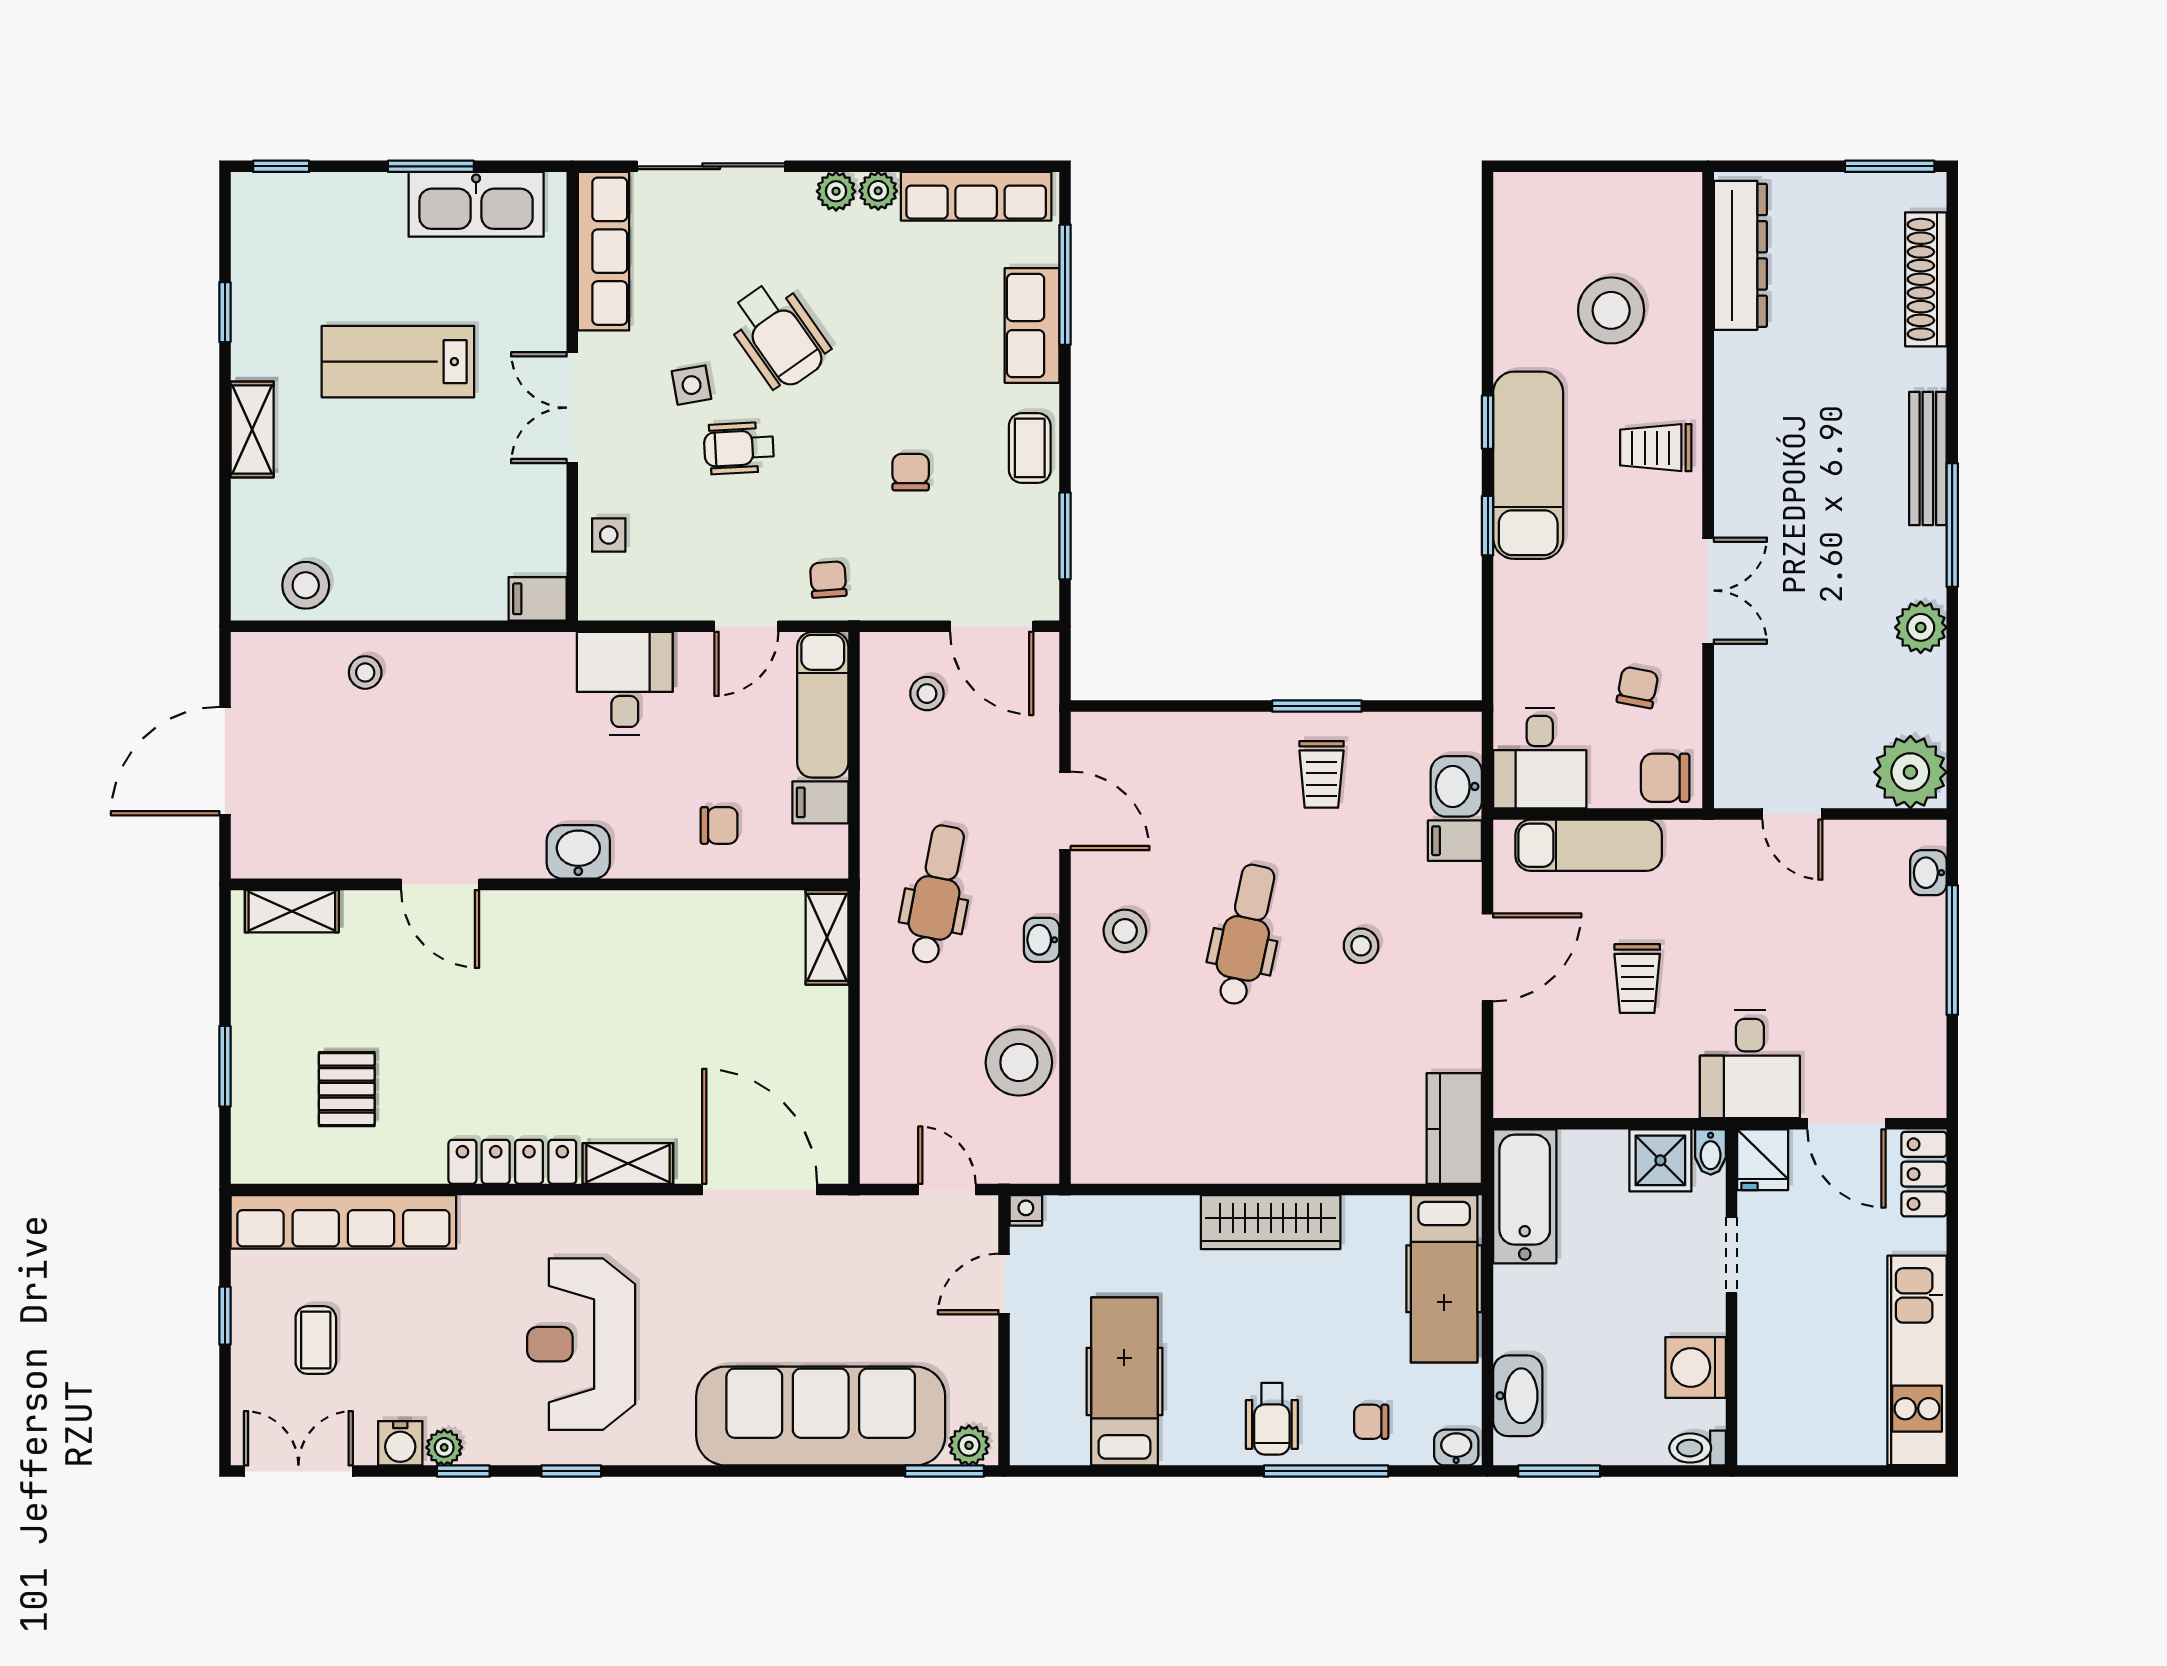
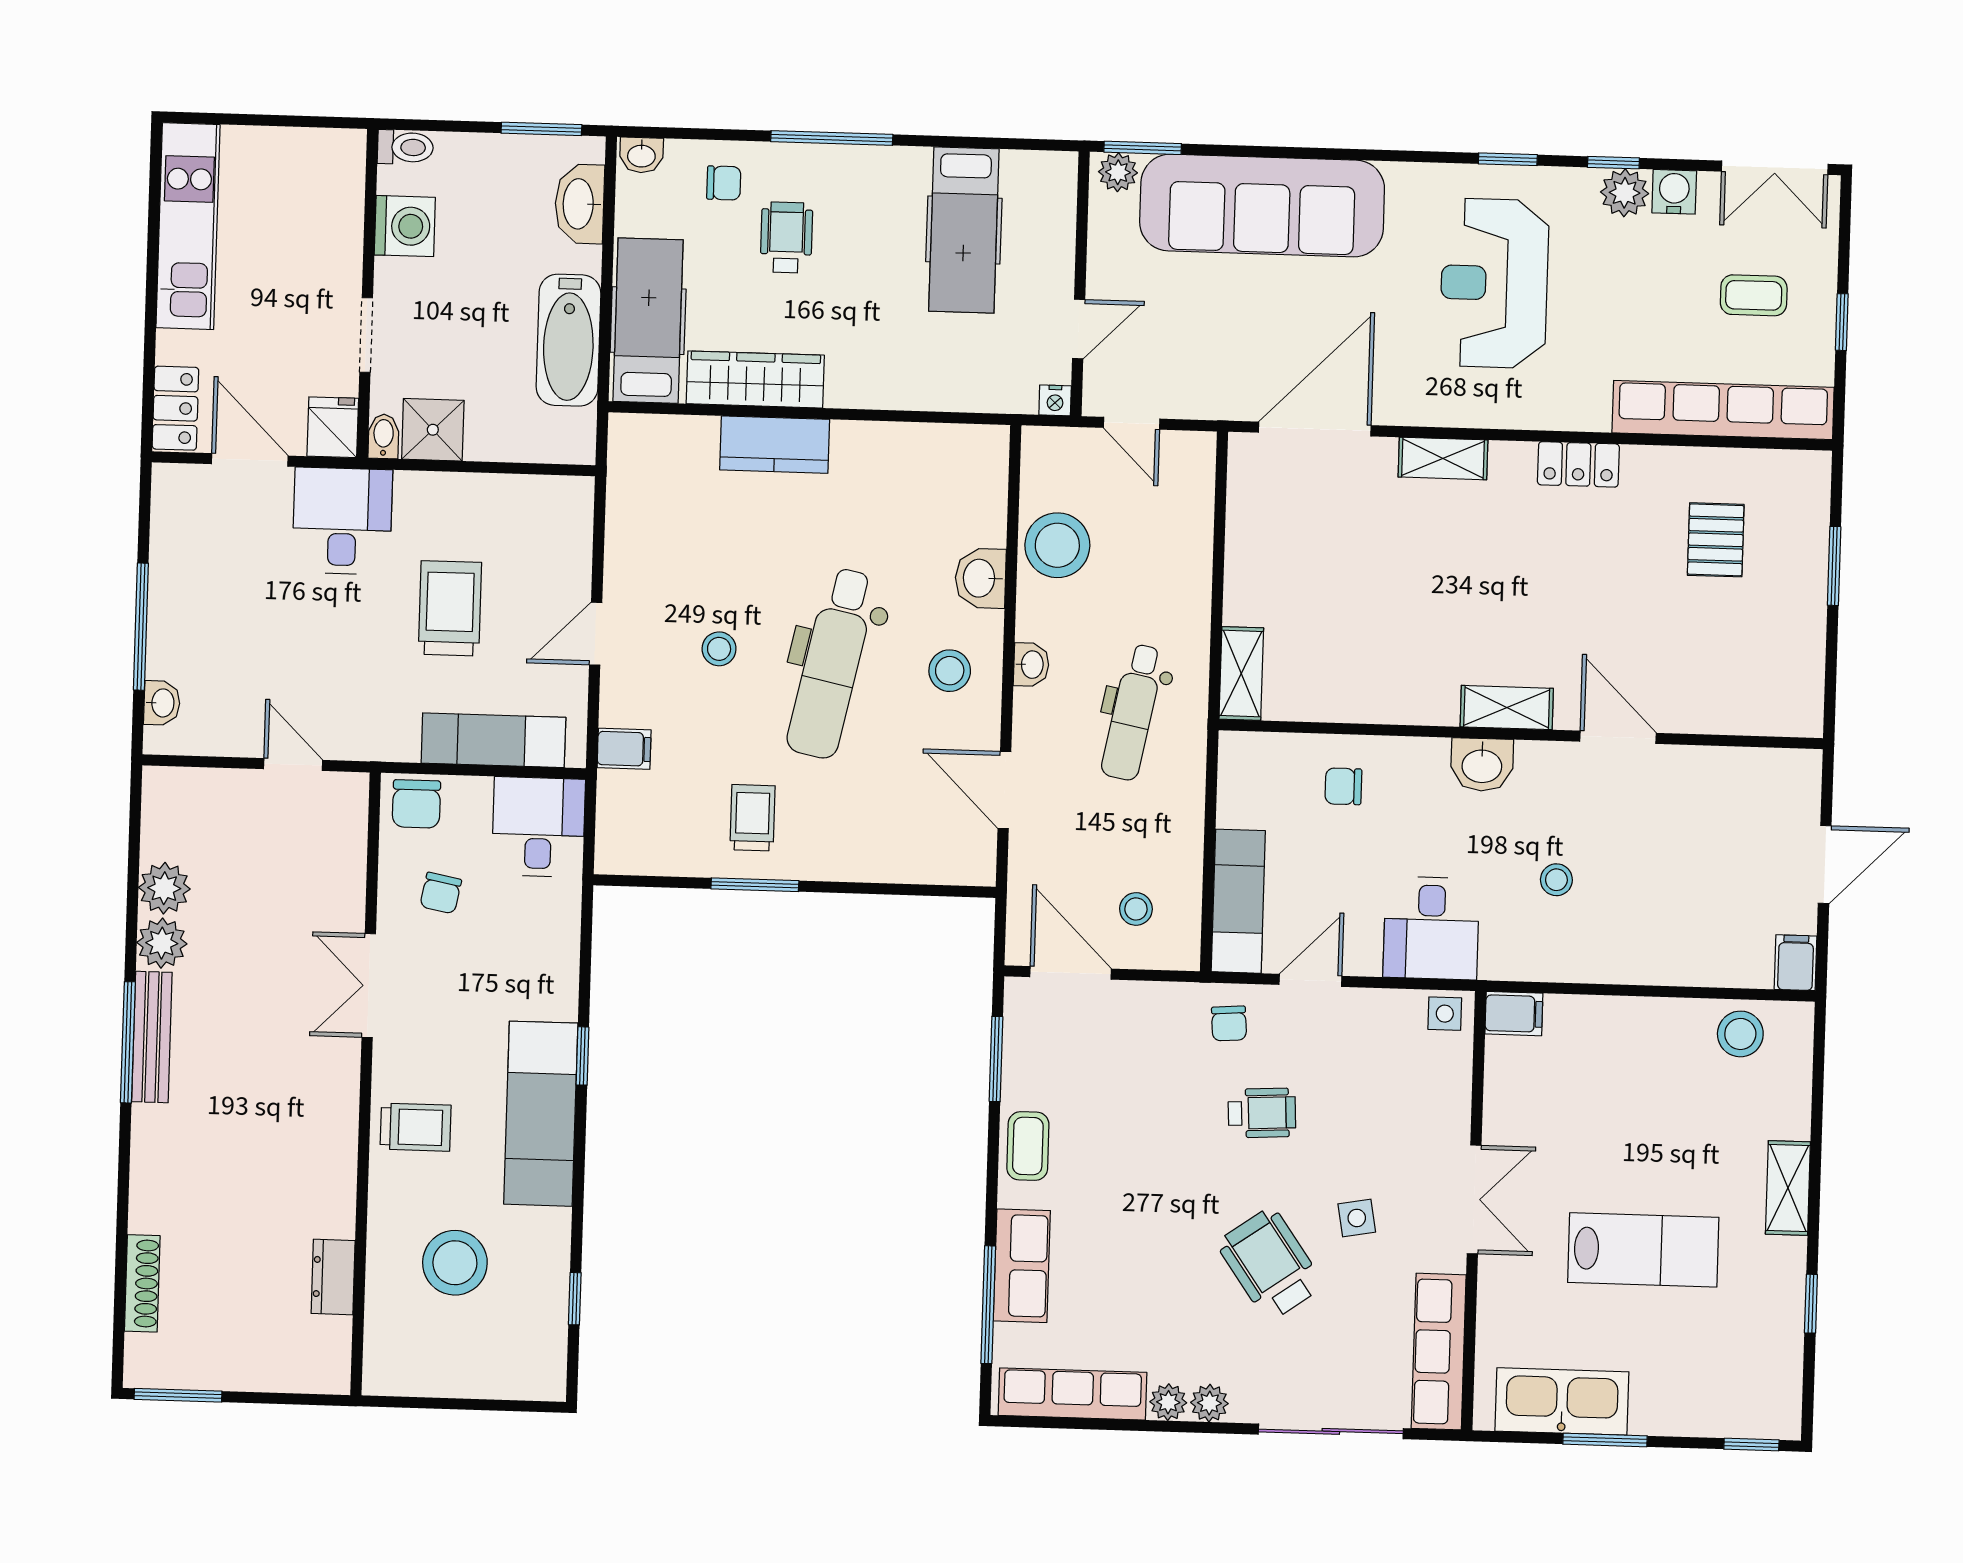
dresser: (1740, 255) -> (333, 1277), width x0.51, depth x0.80
shoe rack: (1926, 279) -> (142, 1283), width x0.74, depth x0.81
window: (1488, 422) -> (575, 1299), moved
wheelchair: (739, 448) -> (1262, 1113), moved
bench: (1928, 458) -> (152, 1037), moved
chair: (911, 472) -> (1145, 1126), removed
side table: (609, 535) -> (1445, 1014), moved
stool: (365, 672) -> (1556, 880), moved
door: (225, 761) -> (1825, 864), width x0.73
plant: (1910, 772) -> (164, 888), moved, width x0.73, depth x0.73
chair: (1665, 778) -> (416, 804), turned 90
washbasin: (1456, 786) -> (980, 578), moved, turned 180
filing cabinet: (820, 802) -> (1796, 963), moved, turned -90
shelving: (292, 911) -> (1507, 708), moved
dental chair: (1246, 935) -> (832, 663), width x1.36, depth x1.38
door: (1488, 957) -> (596, 634), width x0.73
trolley: (1637, 979) -> (450, 608), width x1.36, depth x1.39
kitchen counter: (1454, 1129) -> (775, 445), moved, turned 90
locker: (512, 1162) -> (1578, 464), width x0.66
door: (760, 1189) -> (1315, 429), swing flipped
bathtub: (1525, 1196) -> (568, 340), moved
wardrobe: (1271, 1222) -> (755, 379), moved
coffee table: (316, 1340) -> (1754, 295), turned 90
reception desk: (581, 1344) -> (1494, 283), turned 180
wheelchair: (1272, 1419) -> (786, 237), moved
plant: (444, 1447) -> (1625, 193), width x1.38, depth x1.38
window: (1326, 1471) -> (832, 138), moved

